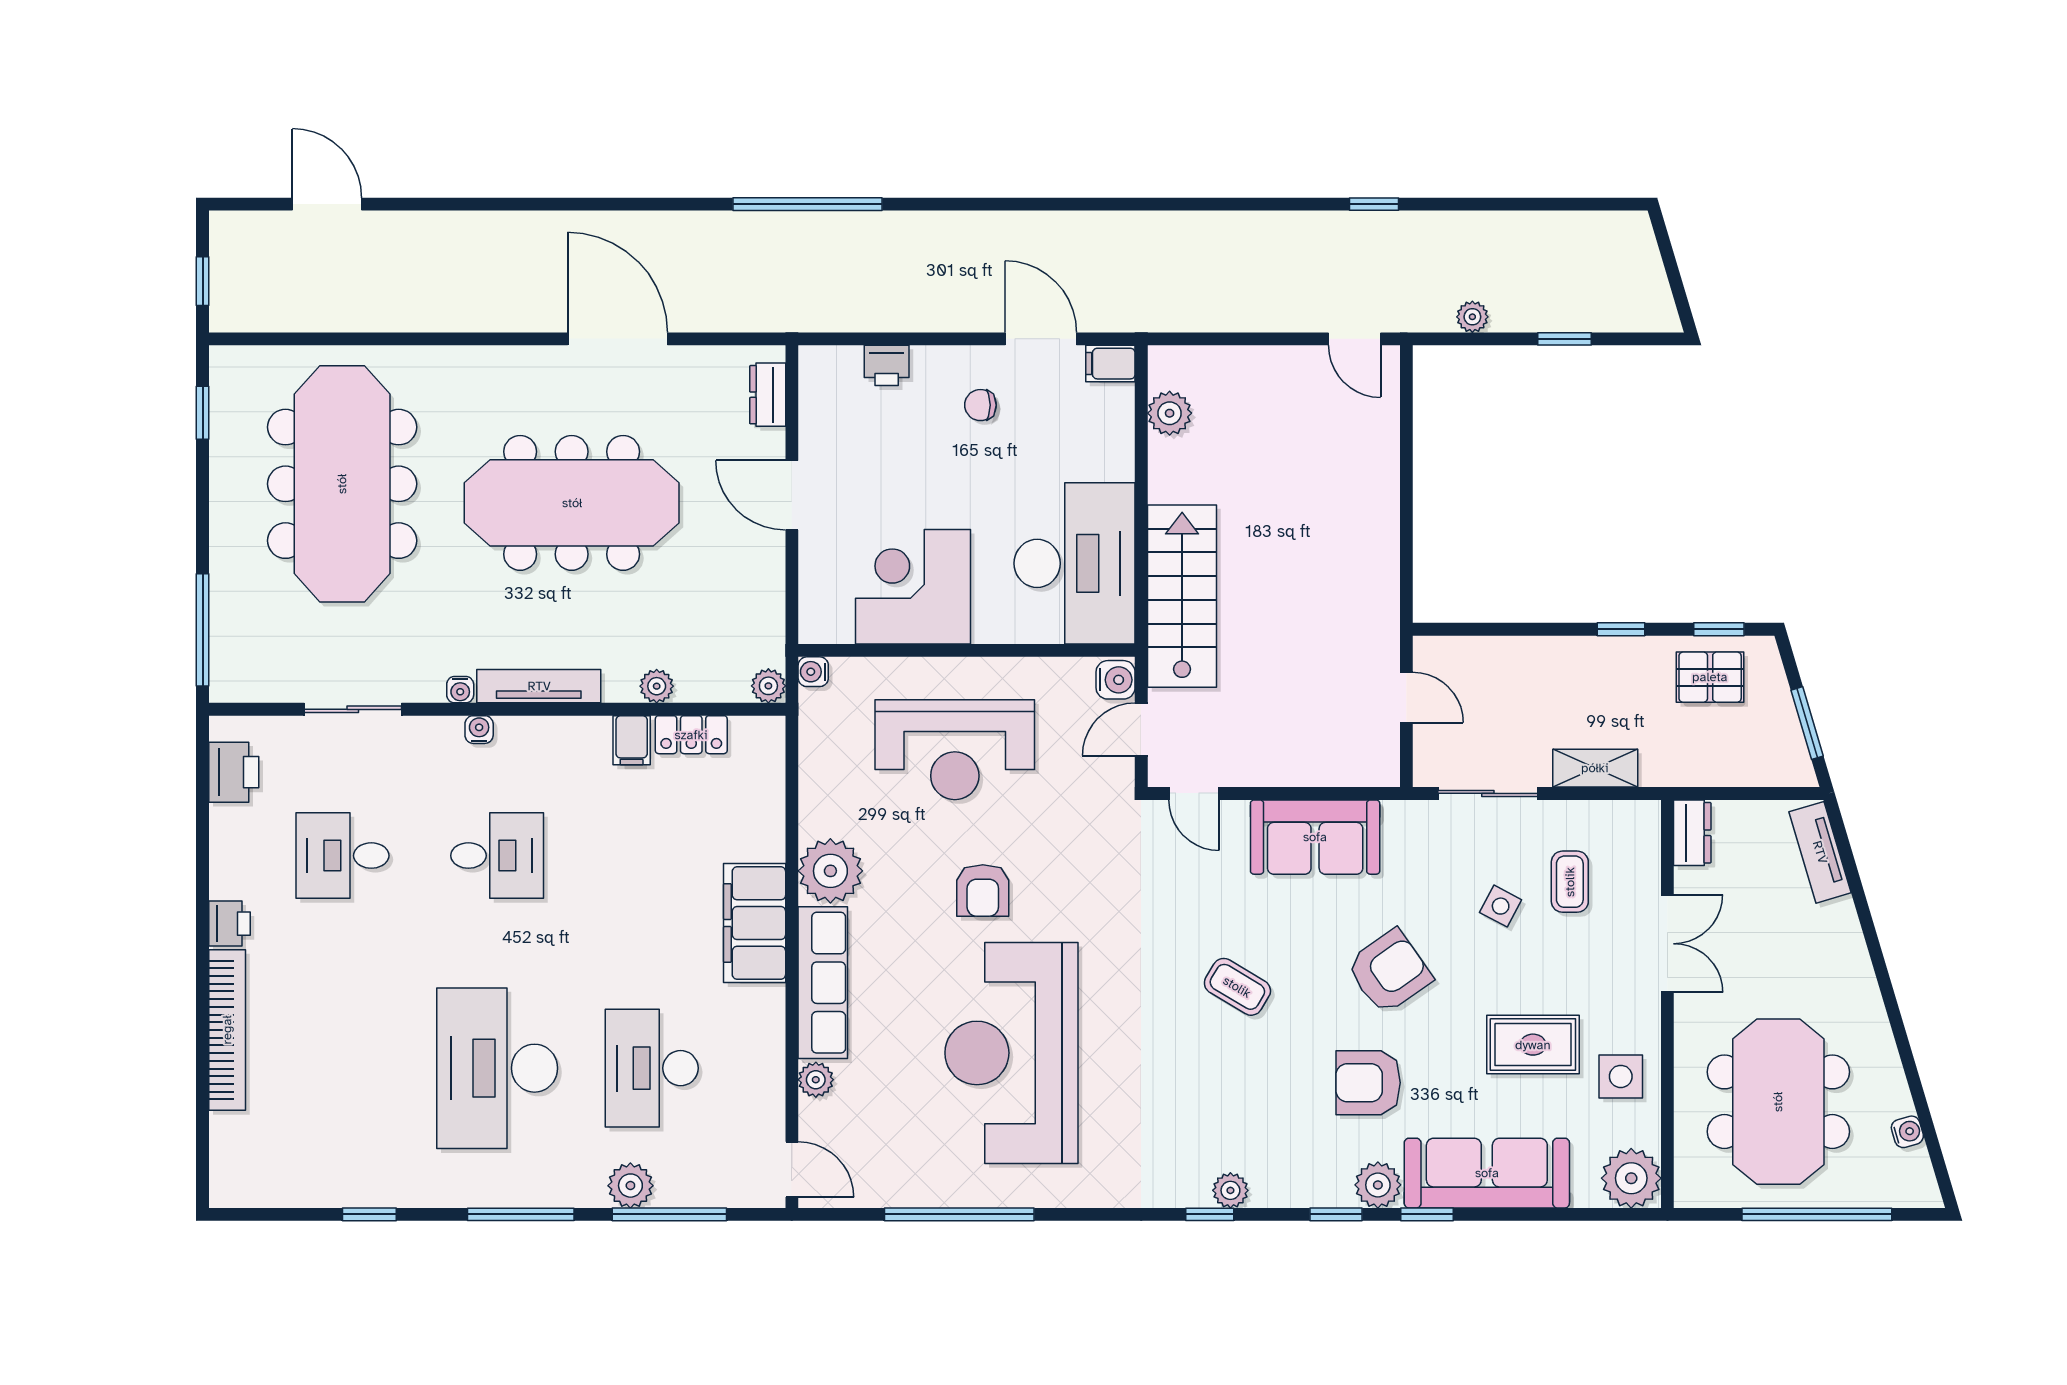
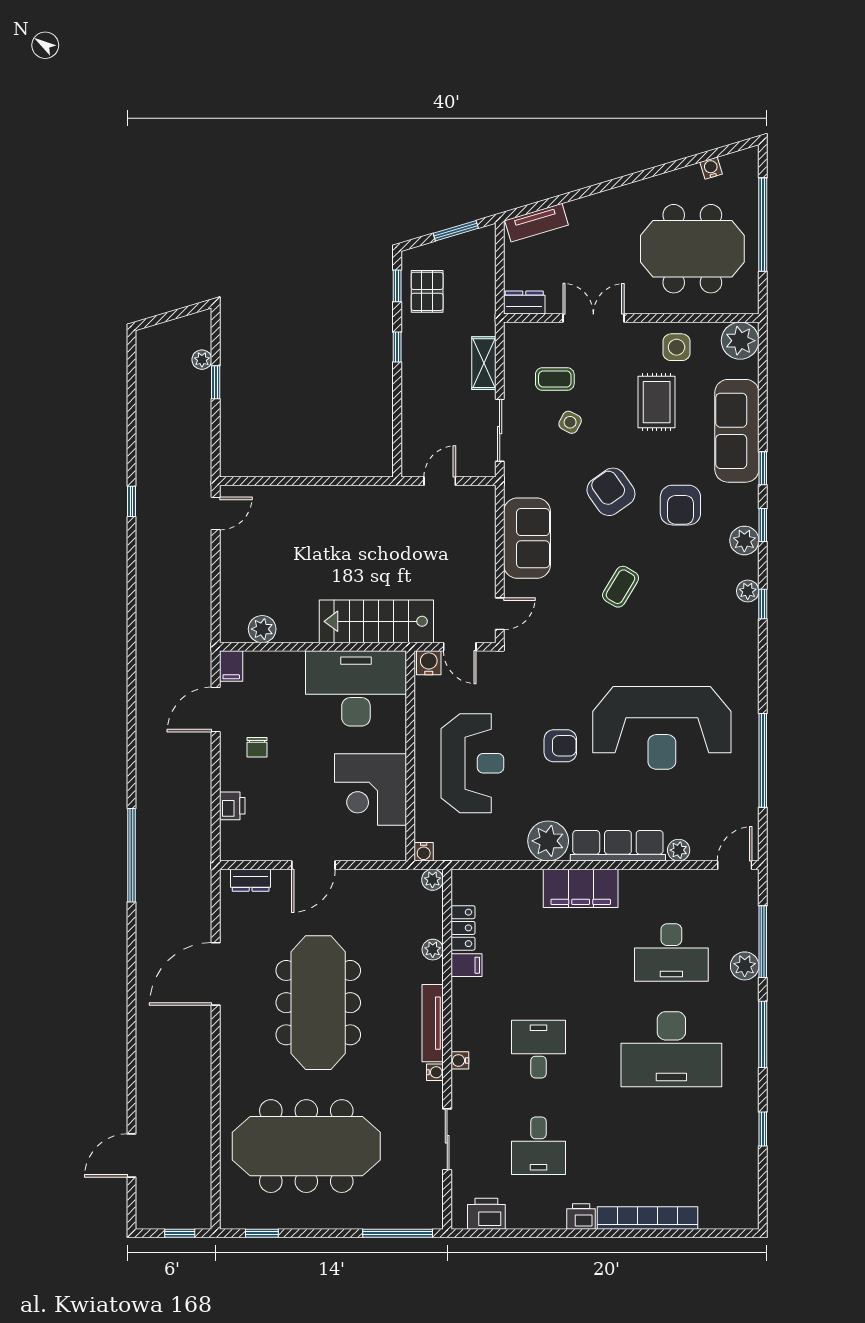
plant: (1472, 317) -> (202, 360), moved
plant: (1378, 1185) -> (744, 540), moved

